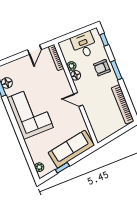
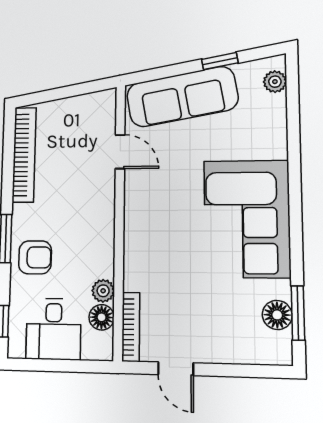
door: (34, 50) -> (176, 369), swing flipped
floor lamp: (76, 75) -> (102, 317), moved
door: (78, 100) -> (120, 152), moved

